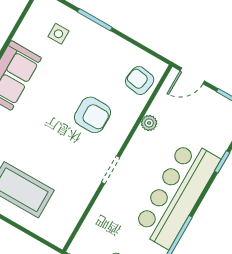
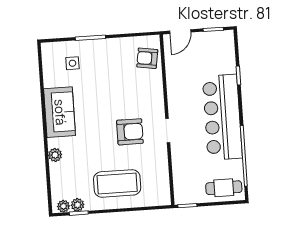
armchair: (92, 115) -> (130, 132), moved
plant: (149, 123) -> (172, 82), removed

